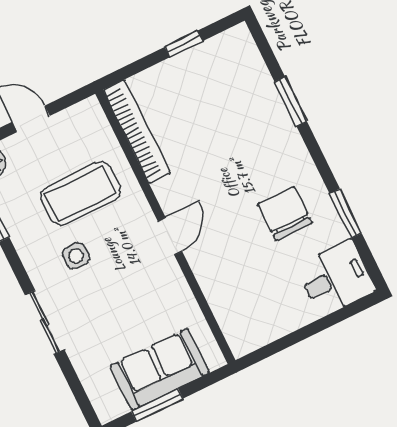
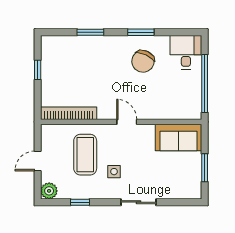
window: (346, 213) -> (141, 32), moved
chair: (285, 214) -> (143, 61), turned -65
window: (299, 336) -> (205, 83), added
sofa: (160, 369) -> (178, 137), moved, turned -90

